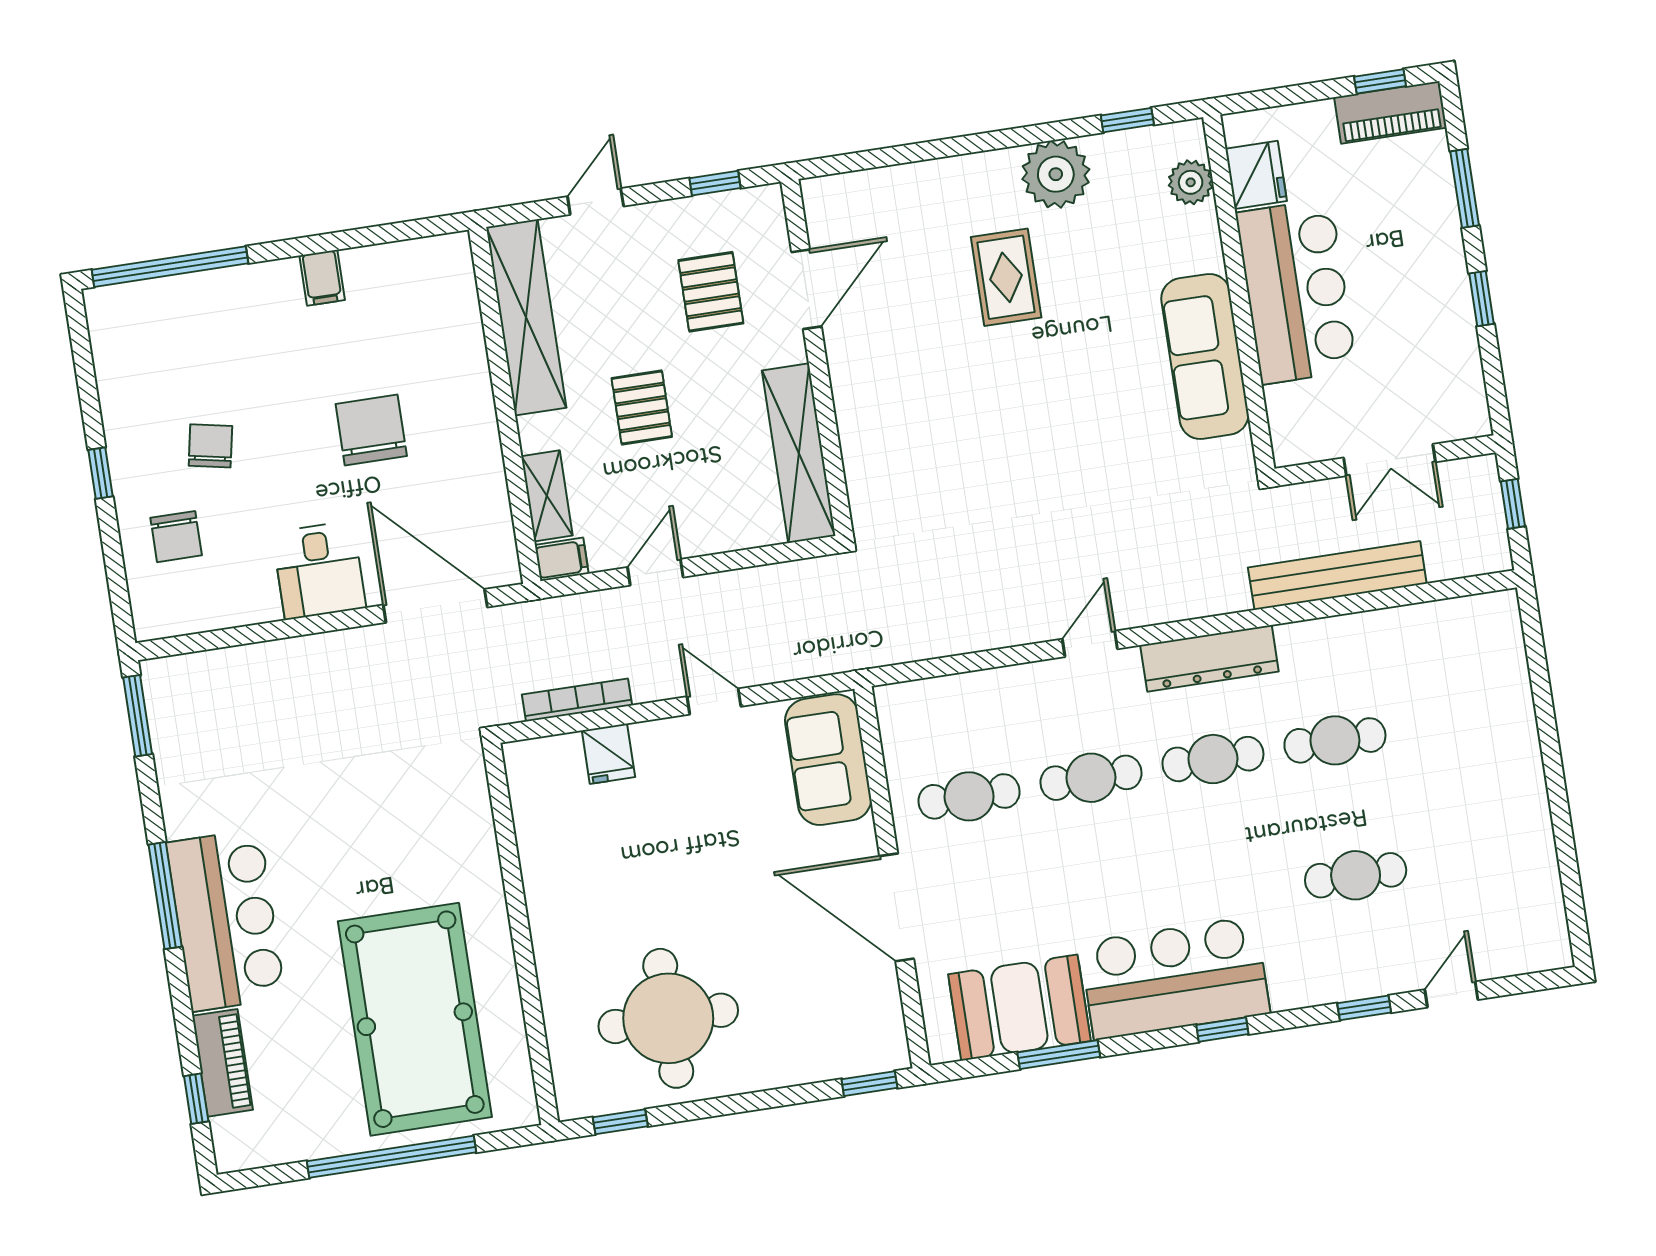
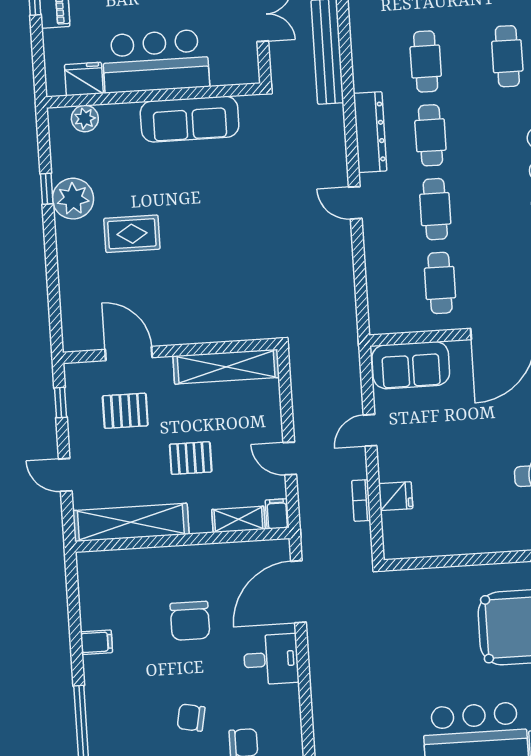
window: (1127, 120) -> (47, 189), moved
chair: (371, 430) -> (190, 621), turned -90
bookcase: (577, 700) -> (361, 500), width x0.64

